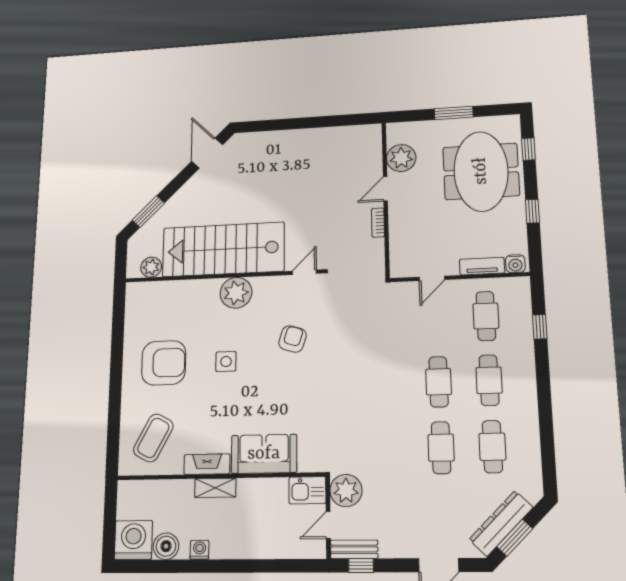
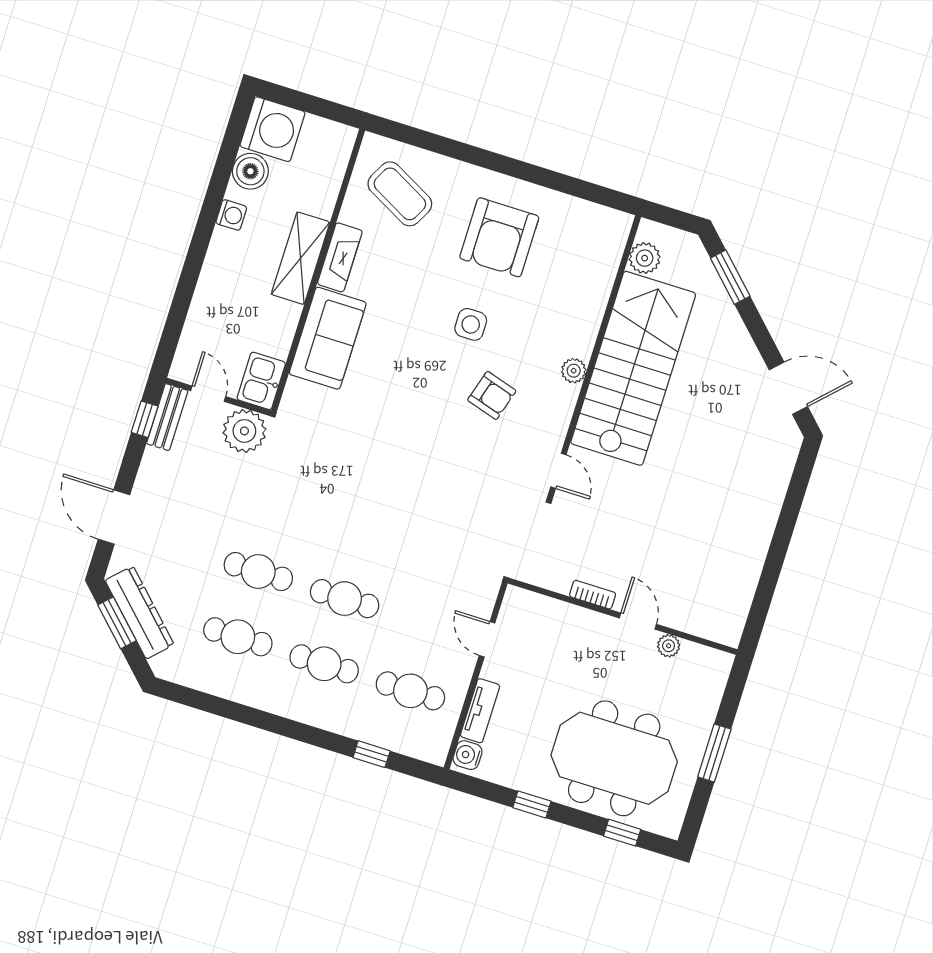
plant: (401, 158) -> (669, 646), width x0.53, depth x0.53
plant: (236, 293) -> (574, 371), width x0.53, depth x0.53
armchair: (293, 339) -> (492, 395), moved
shelving: (215, 488) -> (301, 258), width x1.50, depth x1.33

